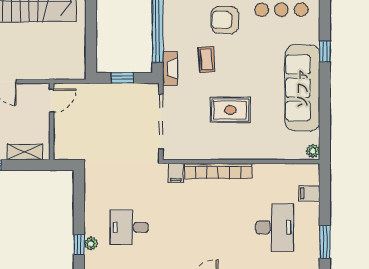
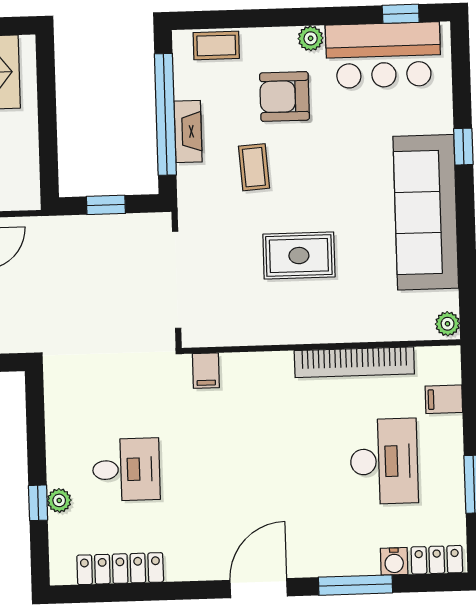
fireplace: (170, 68) -> (188, 131), moved
bookcase: (218, 171) -> (354, 362), moved
desk: (129, 227) -> (126, 469), turned 180

